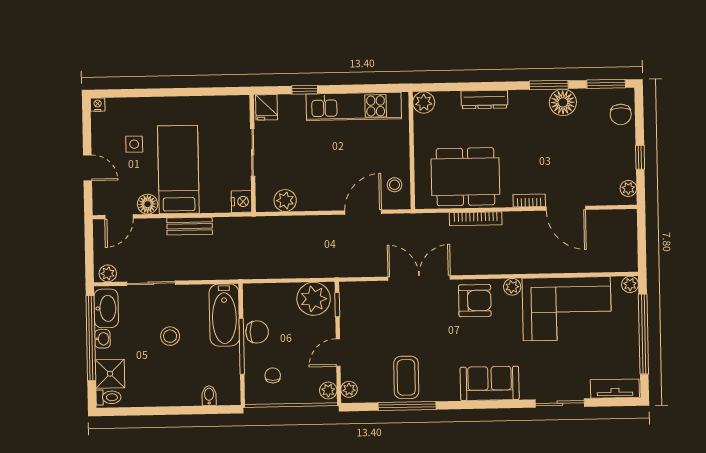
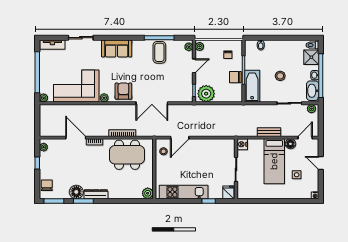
dresser: (484, 100) -> (96, 194), moved
plant: (285, 200) -> (220, 144), removed
armchair: (475, 301) -> (123, 91), turned 90

